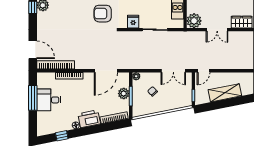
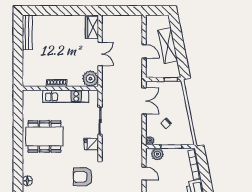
armchair: (103, 14) -> (83, 177), turned 90
door: (106, 71) -> (144, 173), width x0.53
door: (203, 71) -> (144, 51), moved
plant: (124, 94) -> (157, 154), moved

